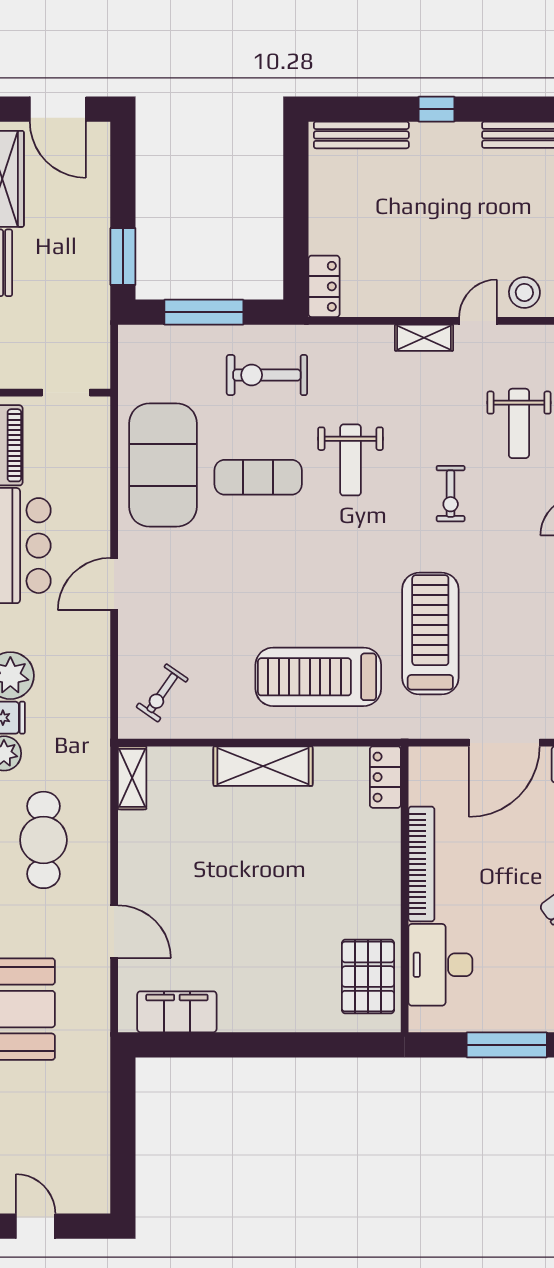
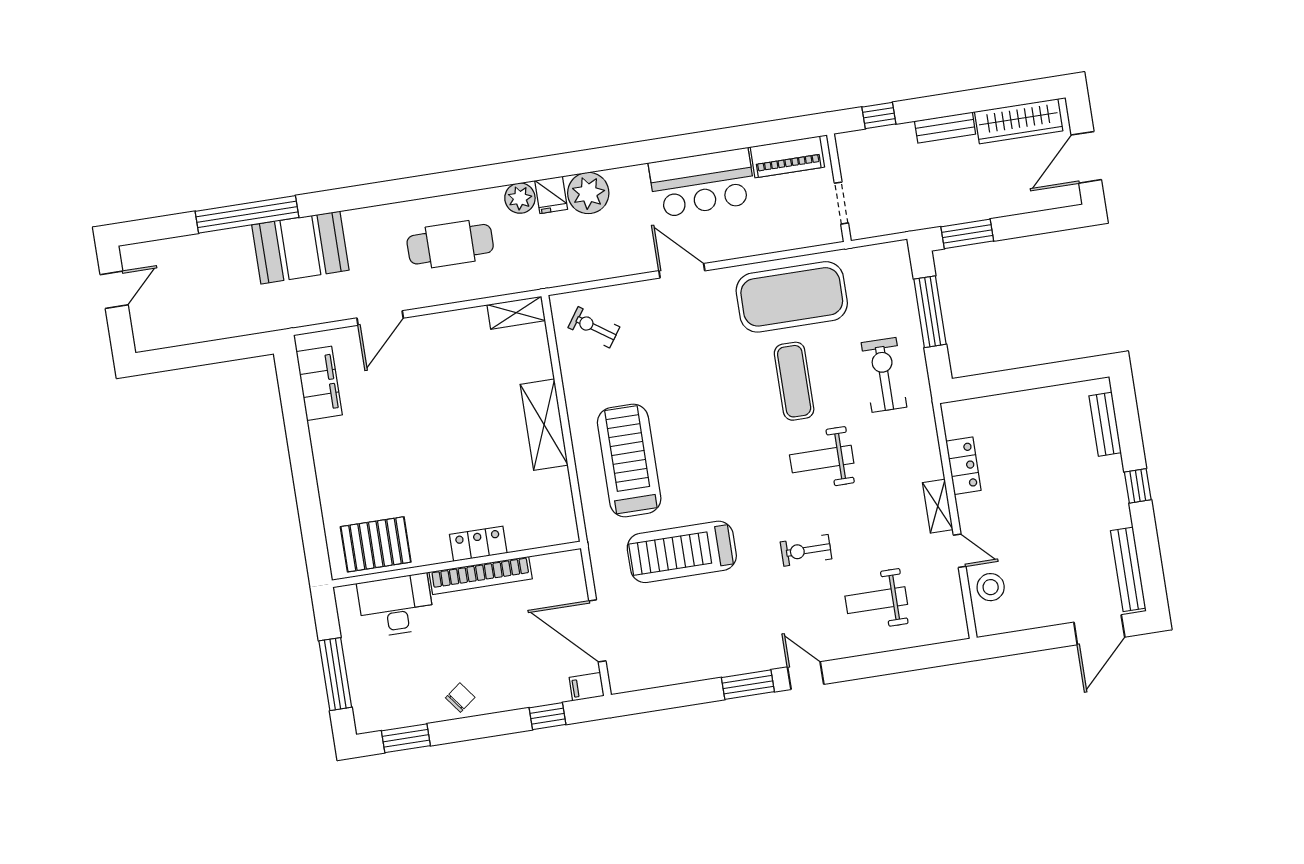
bench: (361, 135) -> (1105, 424), width x0.73
locker: (324, 286) -> (963, 466), moved, turned -90
treadmill: (430, 634) -> (682, 552), turned 180
locker: (385, 777) -> (478, 544), moved

